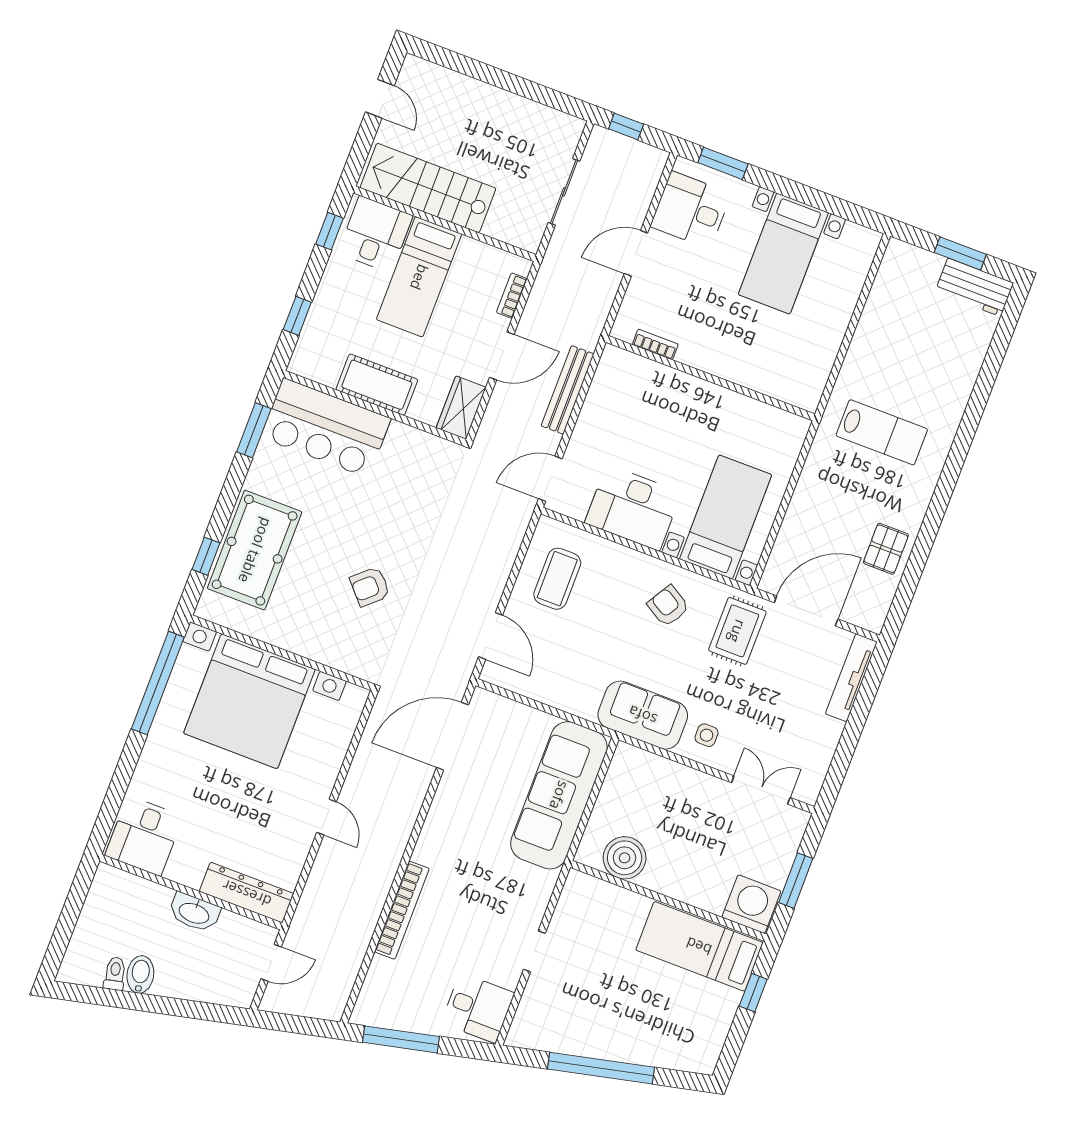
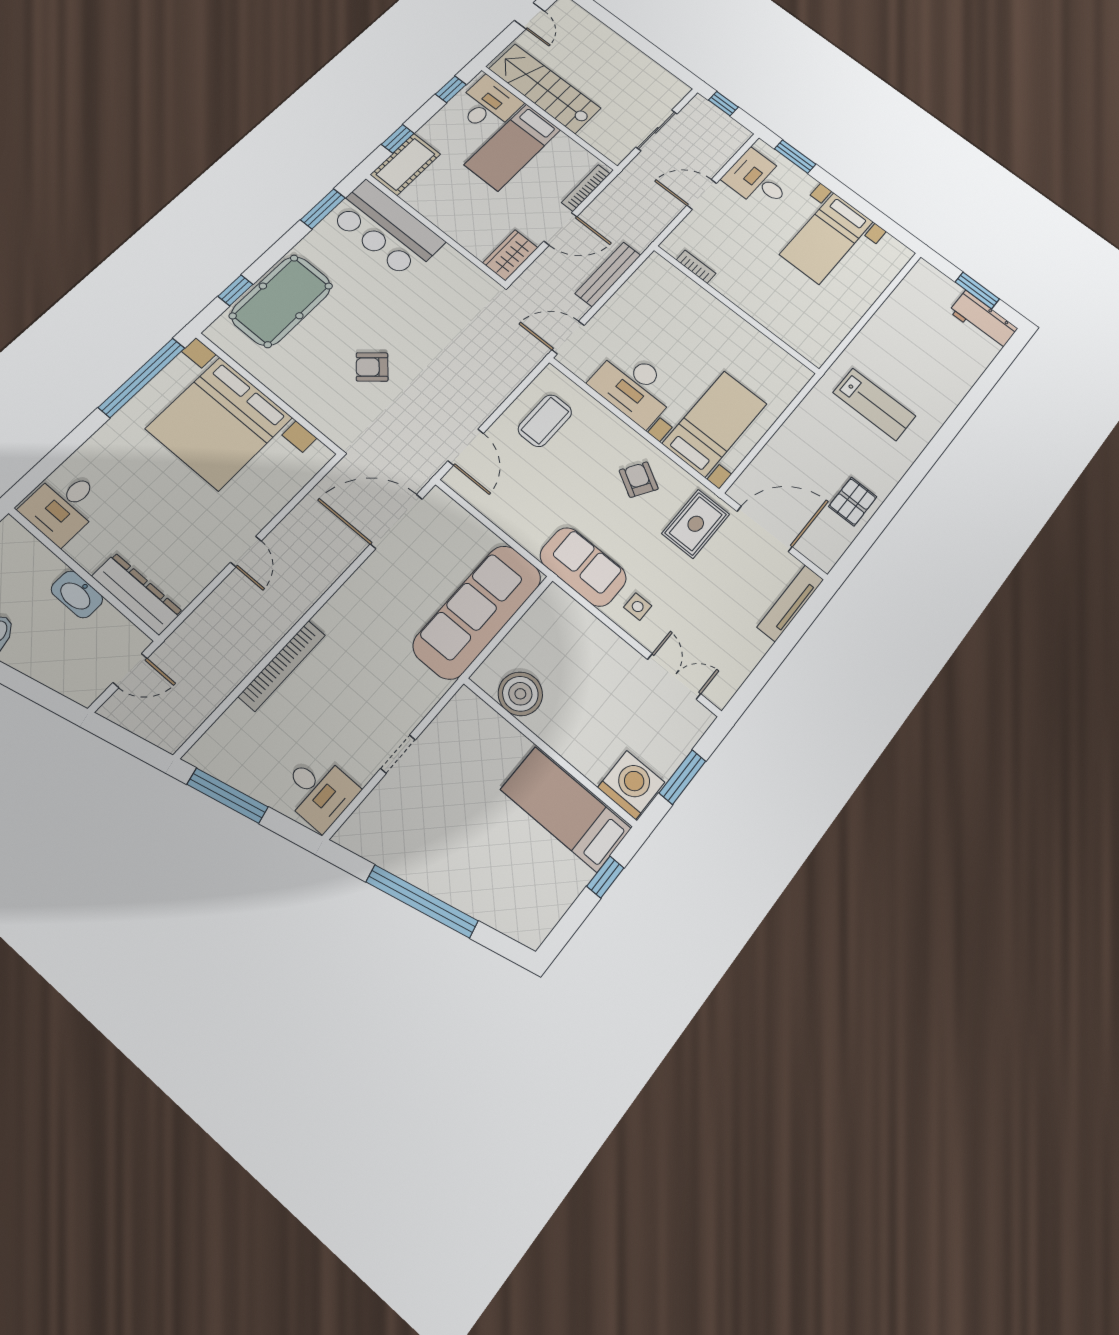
bookcase: (512, 296) -> (586, 188), width x1.56
cot: (377, 385) -> (405, 164), moved, turned 90

